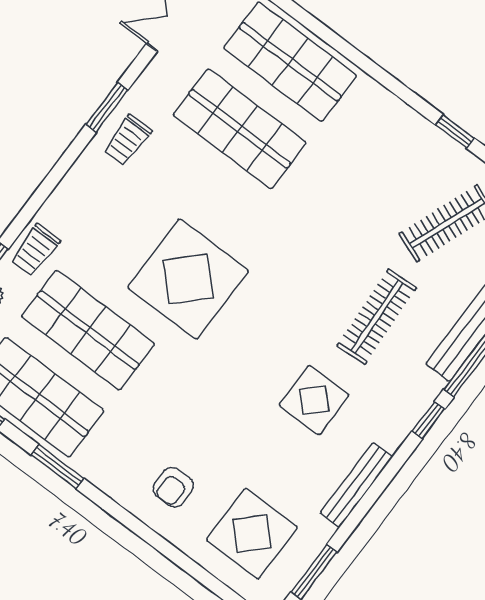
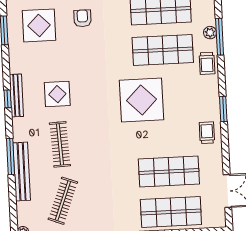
window: (107, 107) -> (223, 109), moved
trolley: (35, 250) -> (207, 63), turned 180
window: (428, 420) -> (8, 99), moved
bench: (356, 485) -> (16, 95), moved

